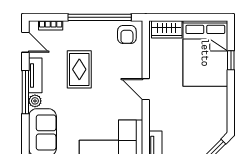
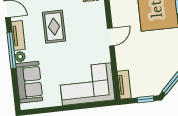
door: (146, 89) -> (111, 37), swing flipped

